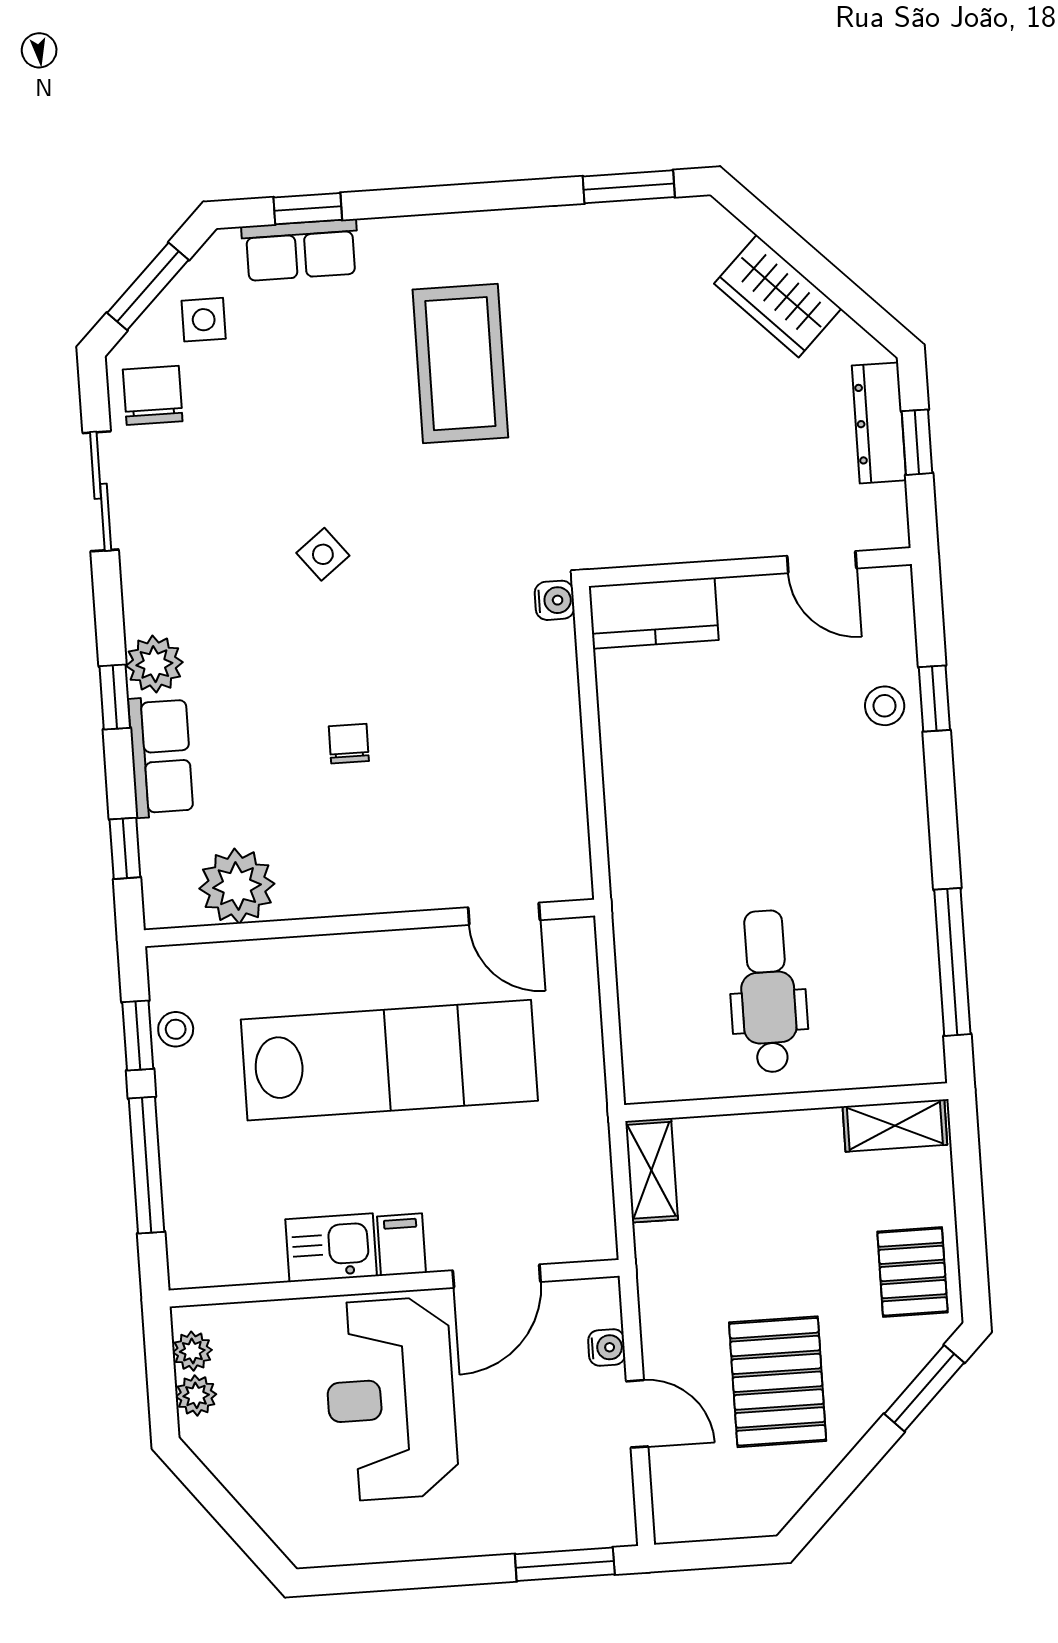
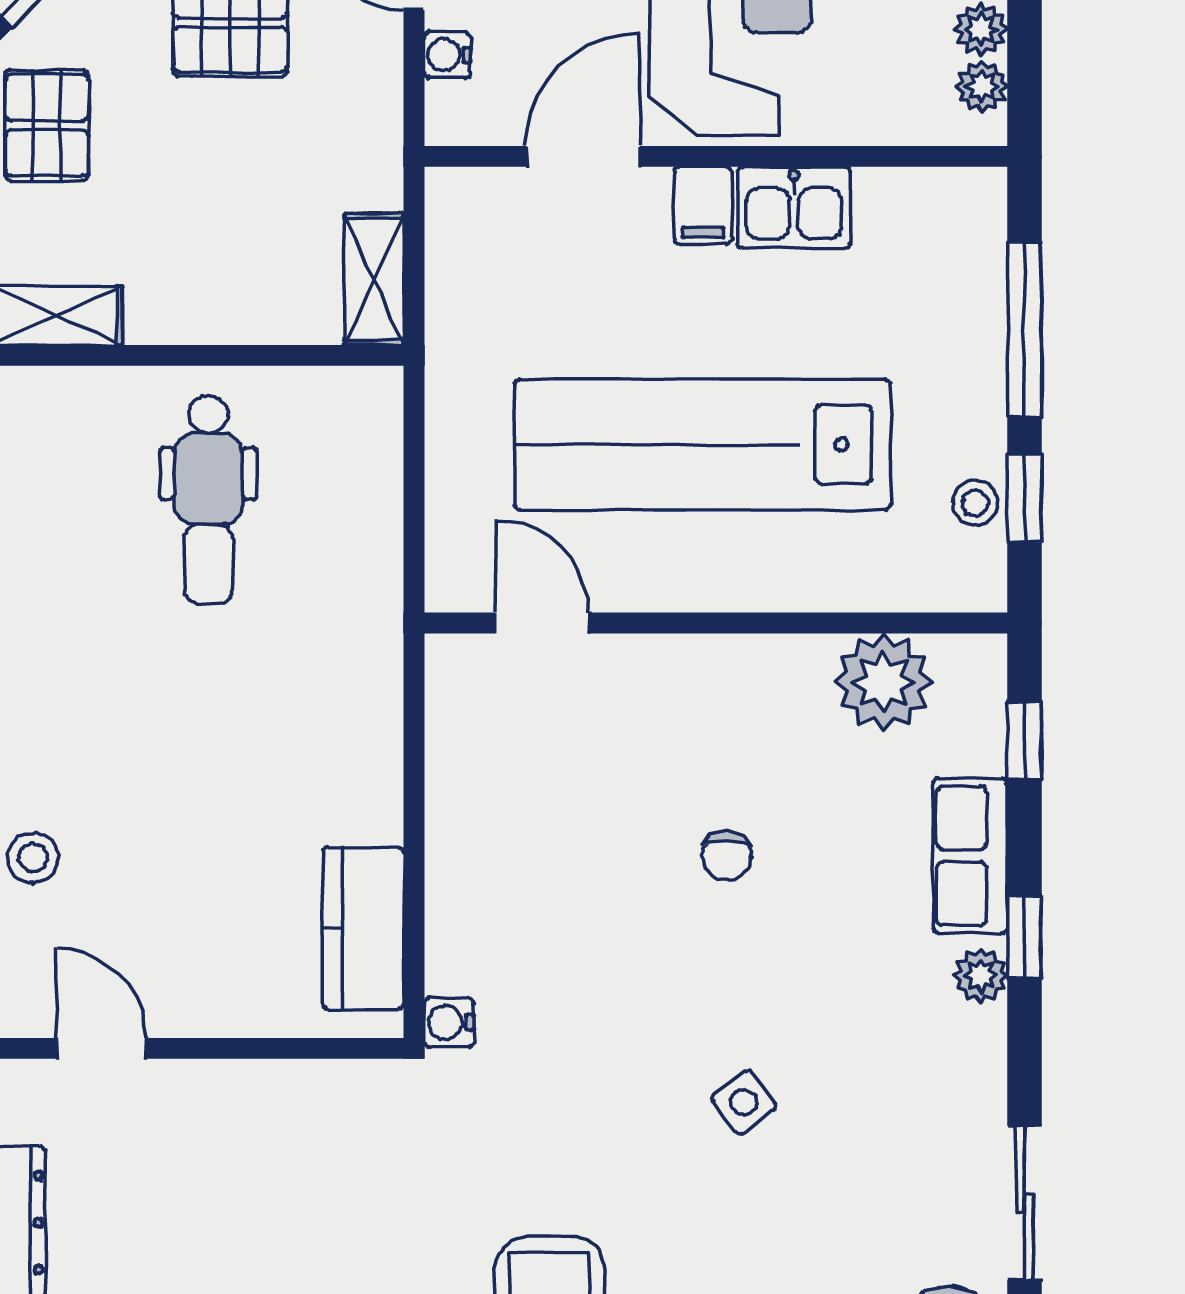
kitchen counter: (654, 613) -> (363, 928), moved, turned -90
plant: (154, 664) -> (981, 976), width x0.73, depth x0.73

